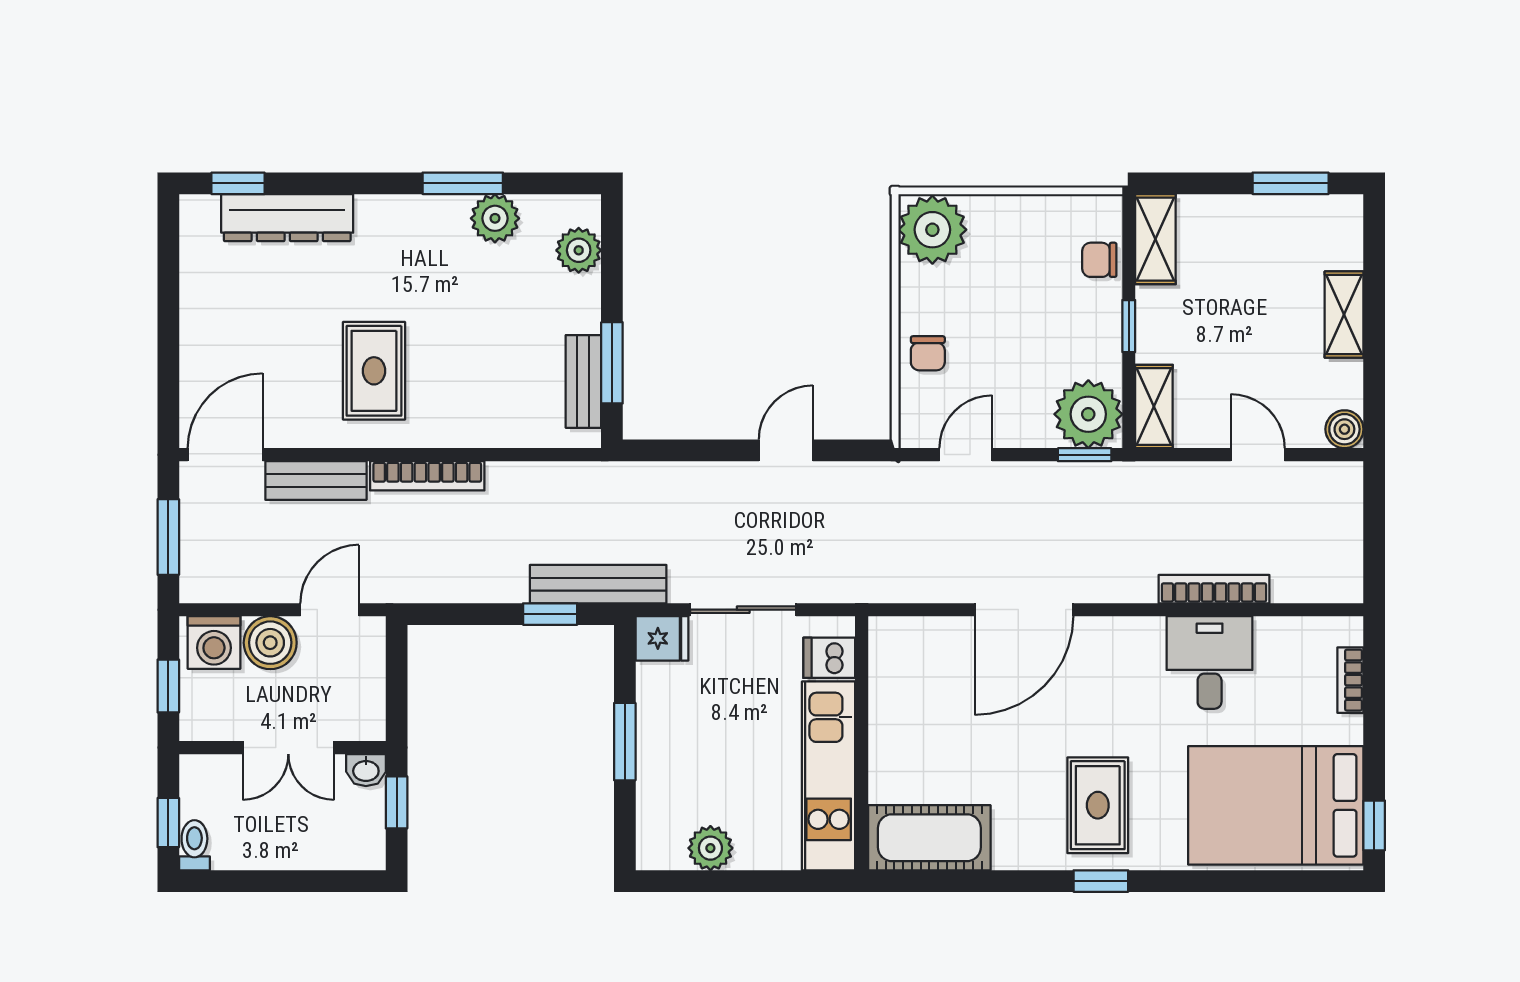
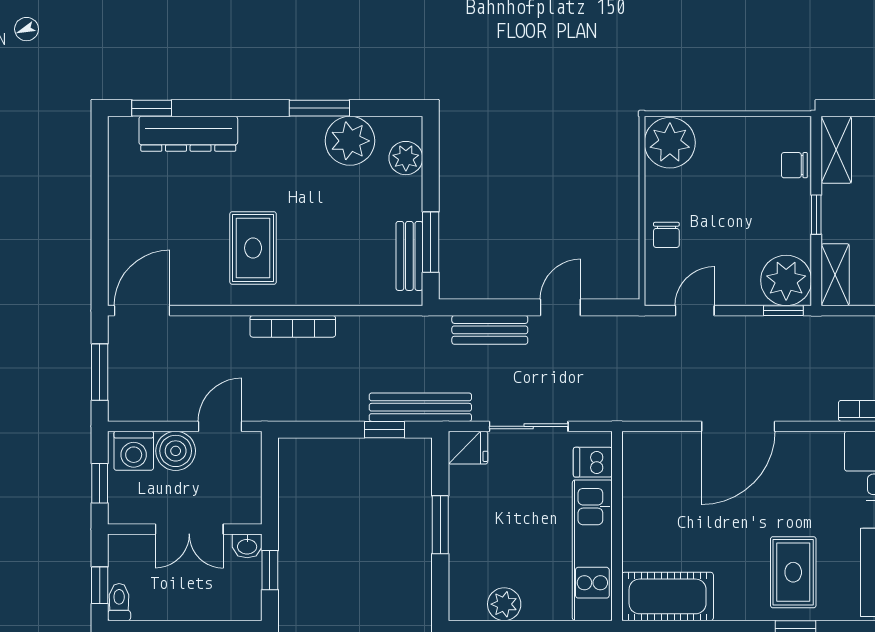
plant: (495, 218) -> (350, 141), width x1.36, depth x1.36
bench: (316, 480) -> (490, 330), moved

